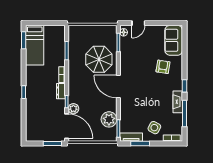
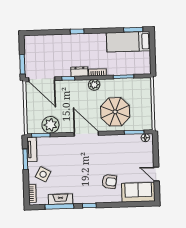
door: (138, 23) -> (156, 174), moved
door: (118, 87) -> (86, 134), hinge flipped
fireplace: (178, 102) -> (60, 199), moved
plant: (73, 109) -> (94, 85), moved
door: (67, 126) -> (42, 79), hinge flipped

